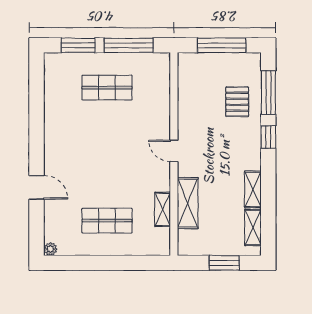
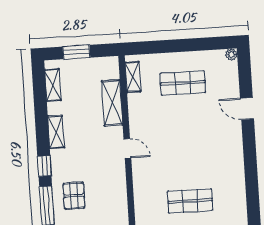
shelving: (253, 189) -> (56, 132), moved
shelving: (163, 209) -> (133, 77), moved

